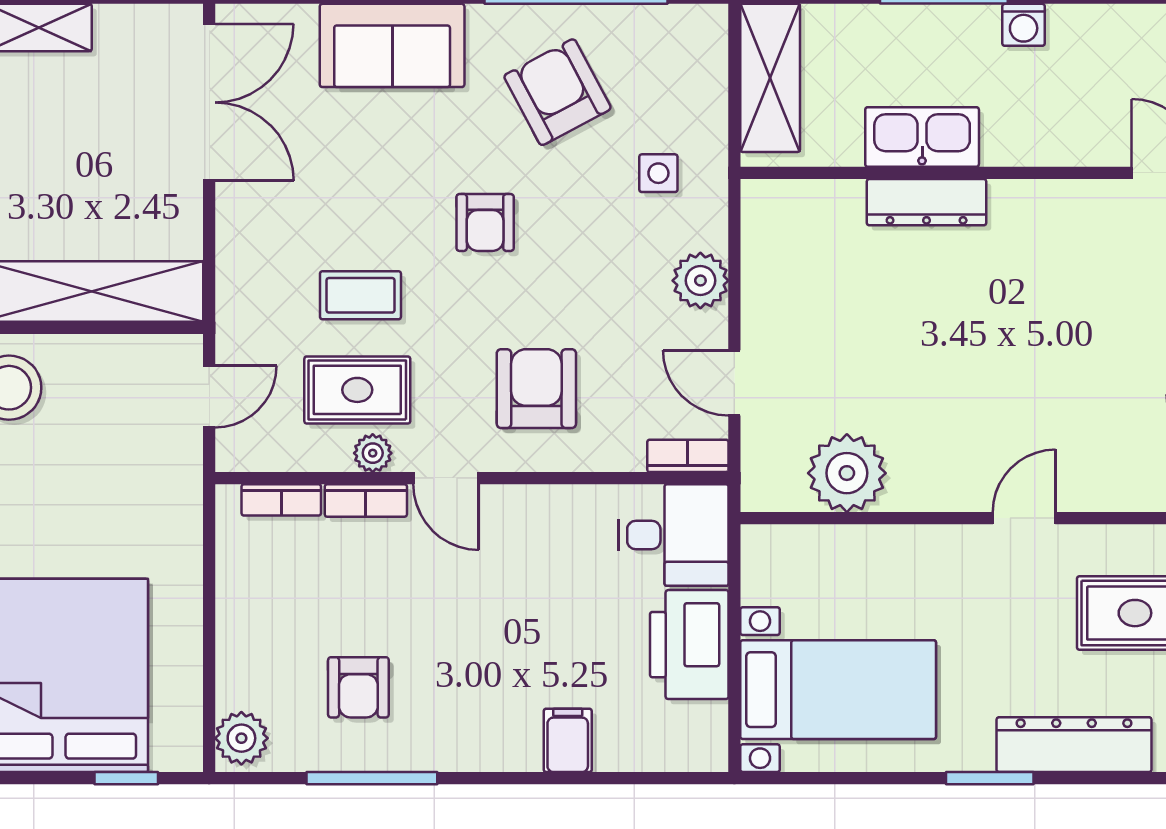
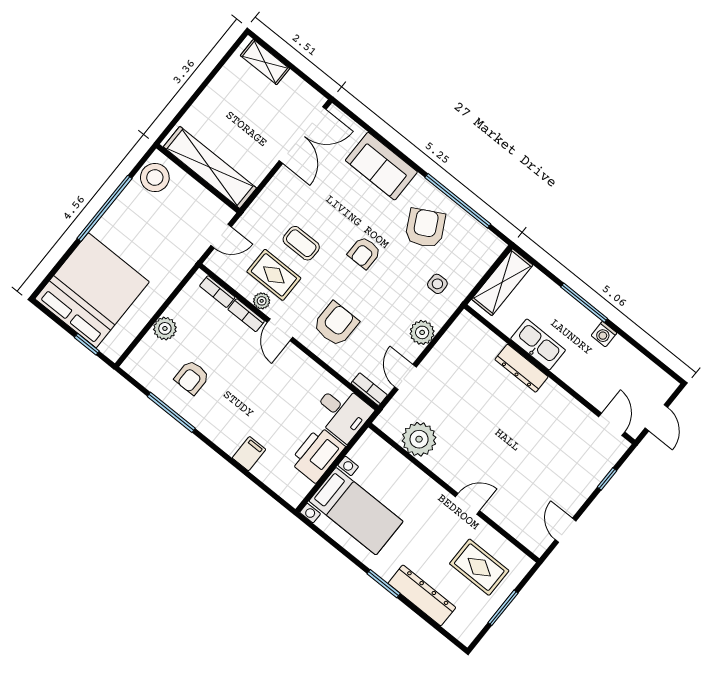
plant: (241, 738) -> (165, 328), moved

